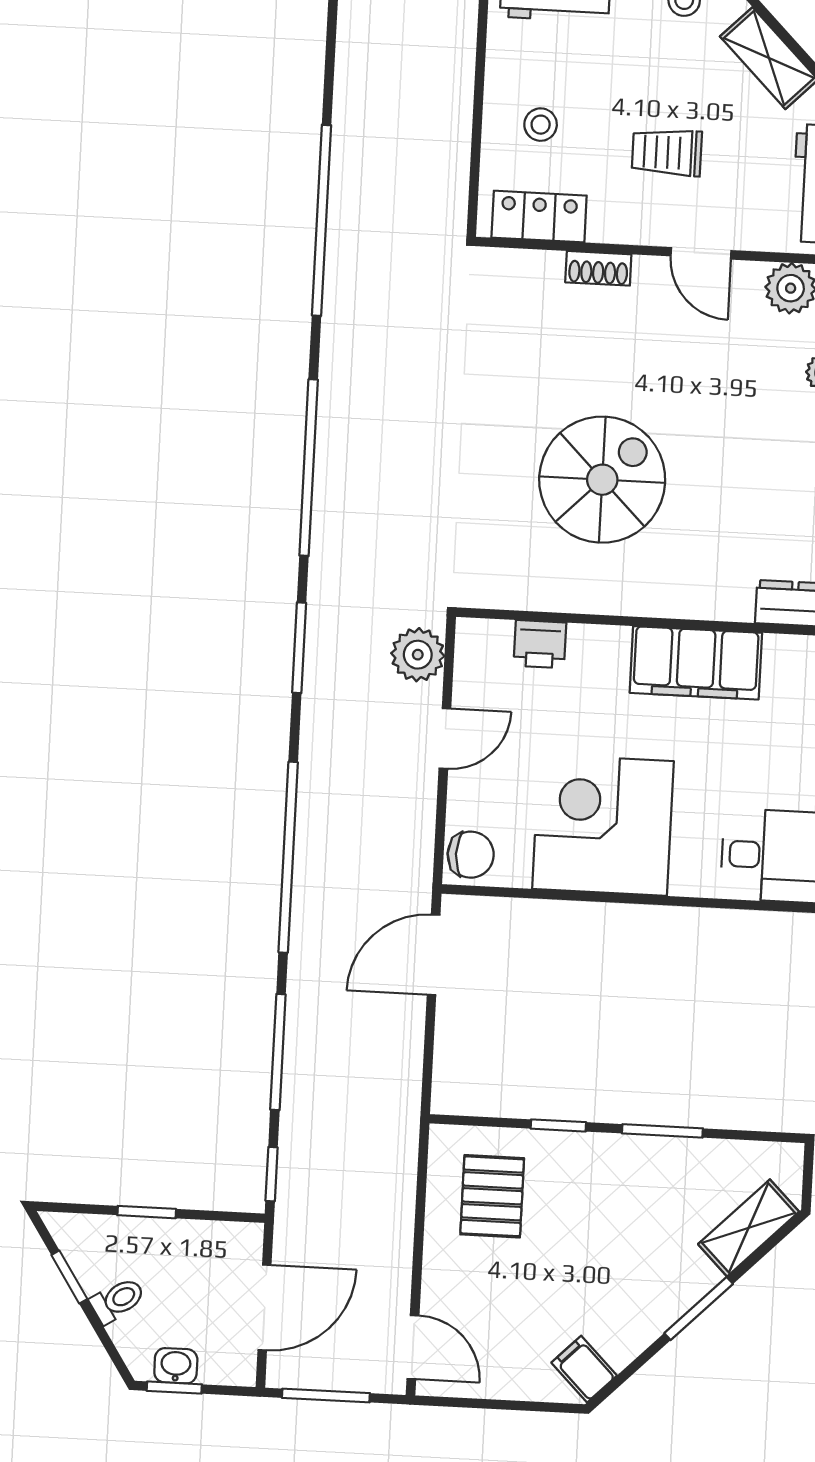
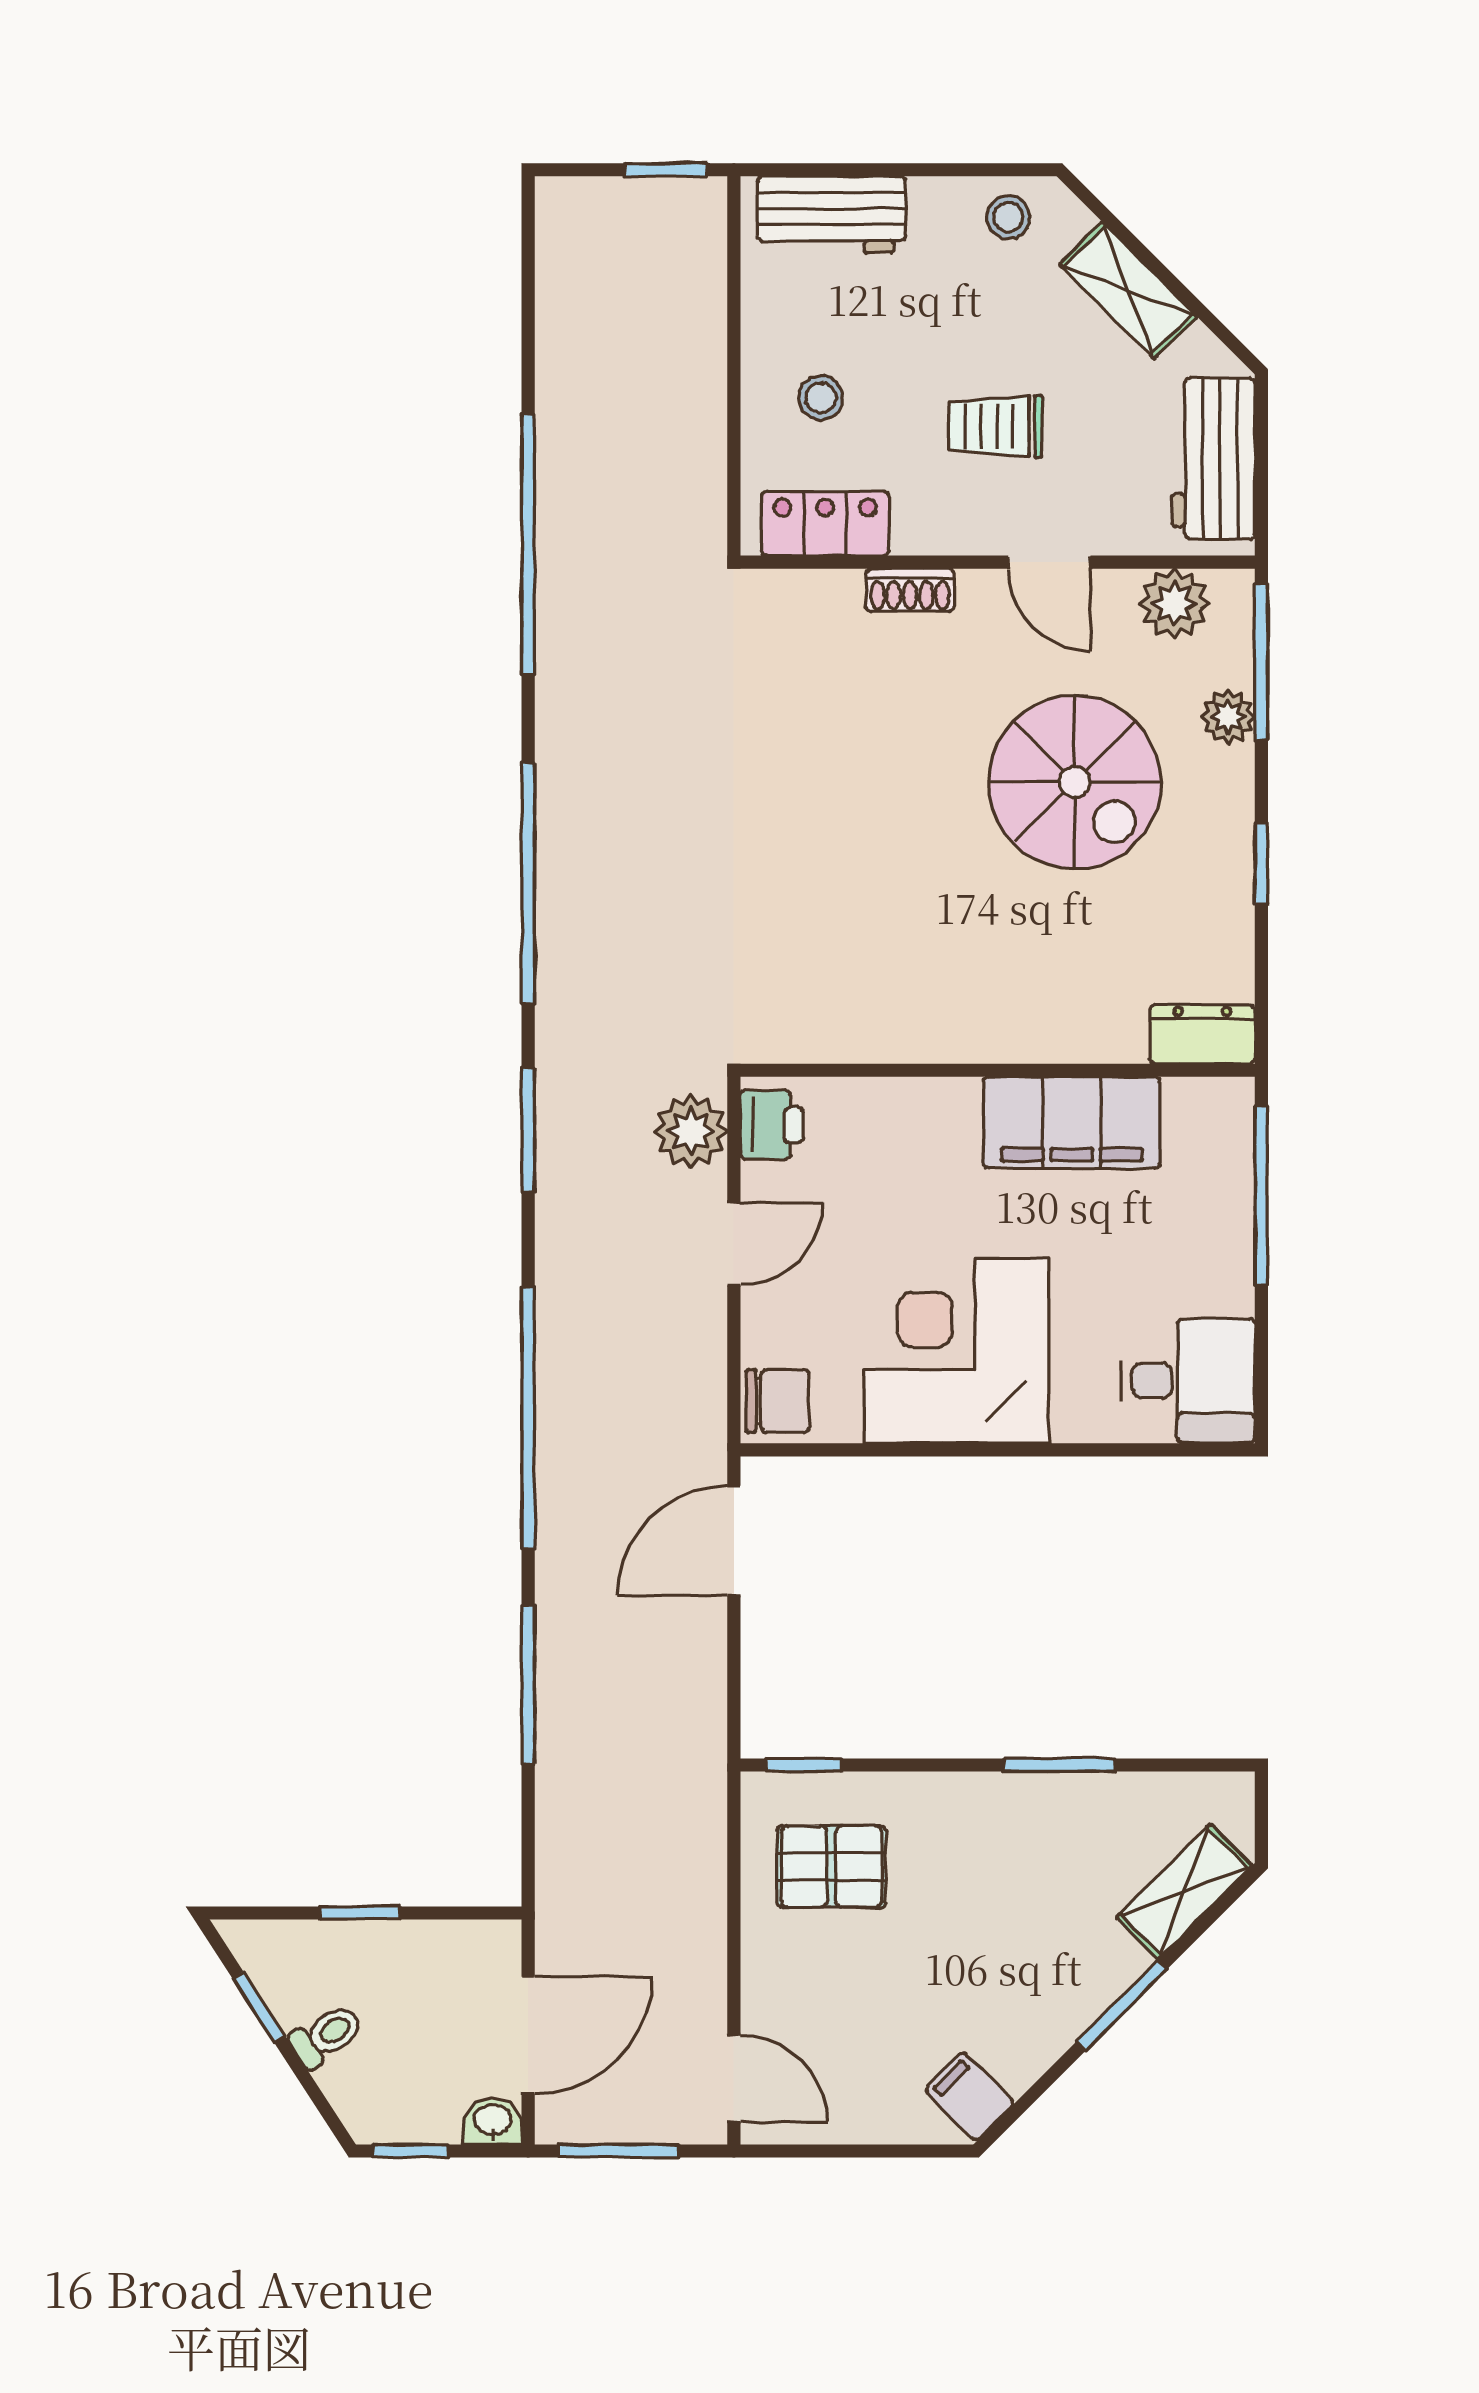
spiral stairs: (602, 480) -> (1075, 782), moved, turned 90
printer: (540, 644) -> (772, 1125), moved, turned -90
window: (558, 1125) -> (804, 1765), moved
window: (272, 1174) -> (528, 1852), removed
pallet: (492, 1196) -> (831, 1867), turned 90
washbasin: (176, 1366) -> (493, 2121), moved

